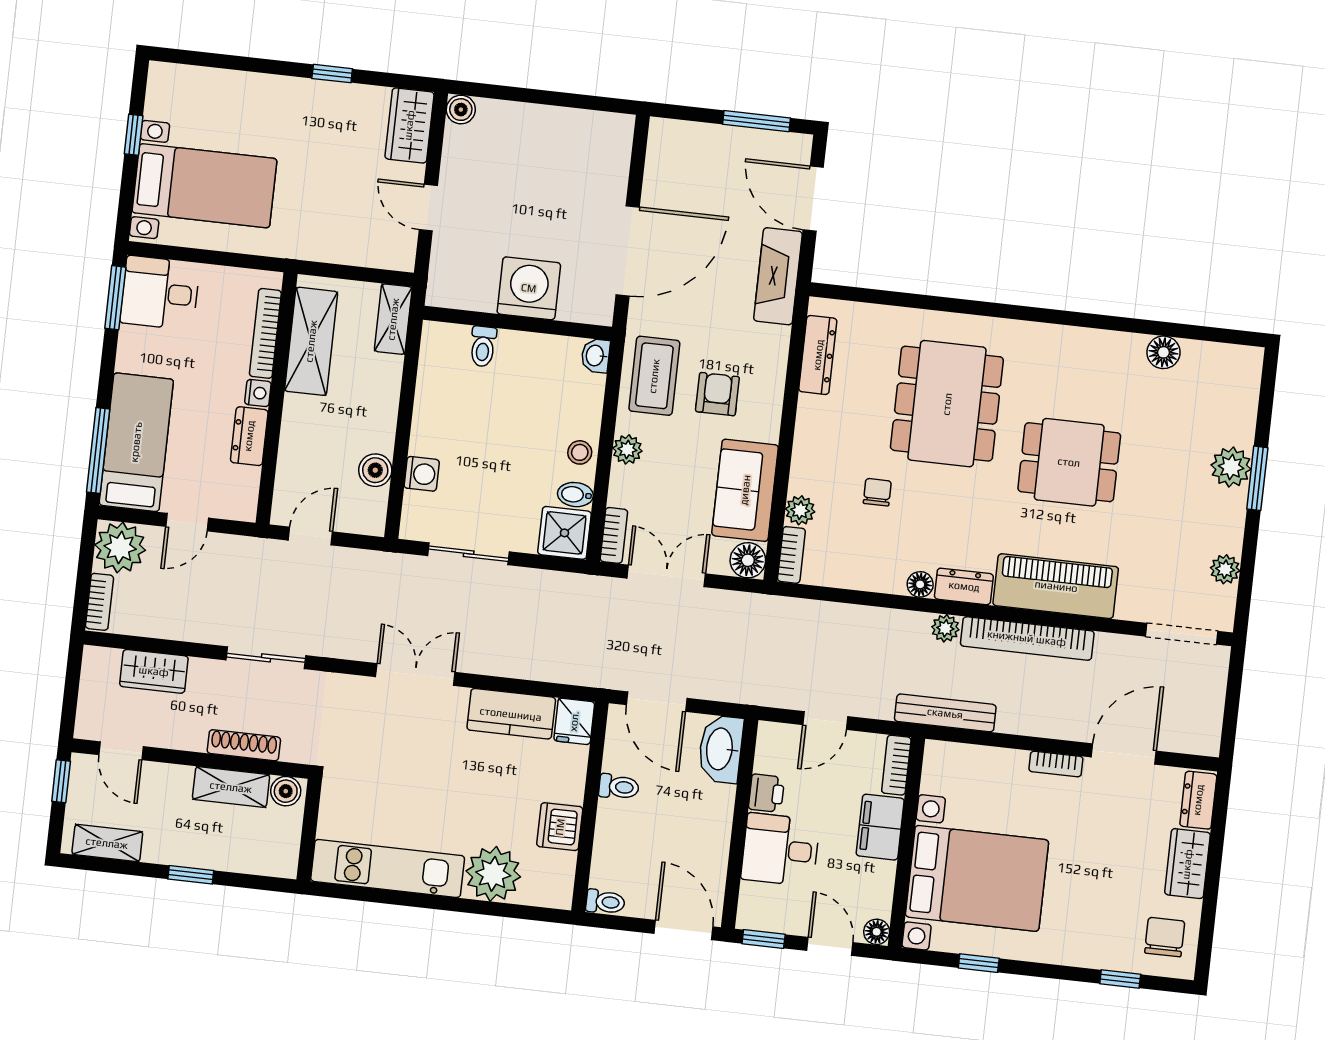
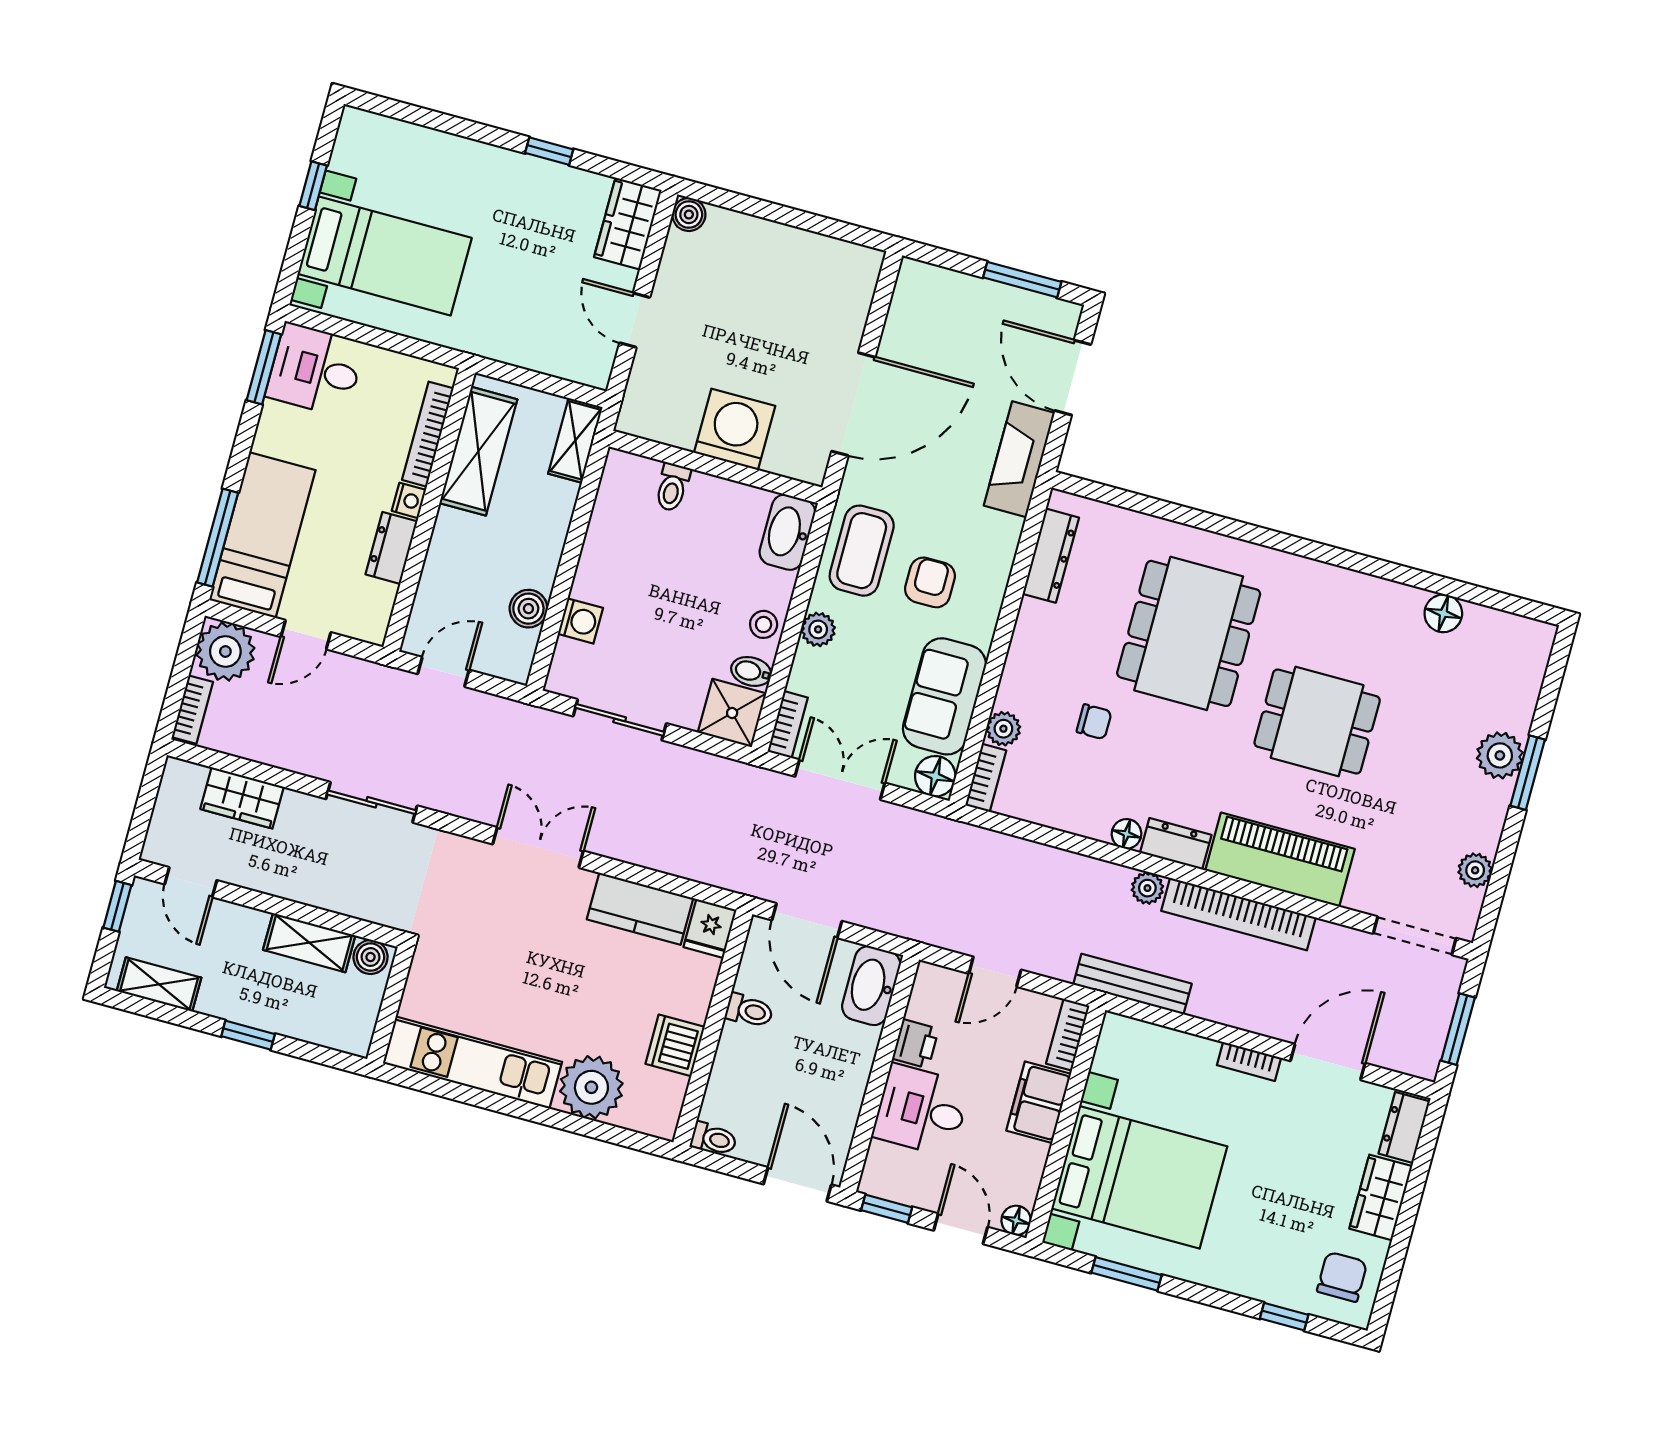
washbasin: (596, 356) -> (787, 532), width x1.91, depth x1.45
chair: (877, 492) -> (1094, 722), turned 90
window: (1231, 708) -> (1458, 1029), added
shoe rack: (244, 745) -> (331, 898), removed
window: (979, 963) -> (1126, 1274), width x1.50

